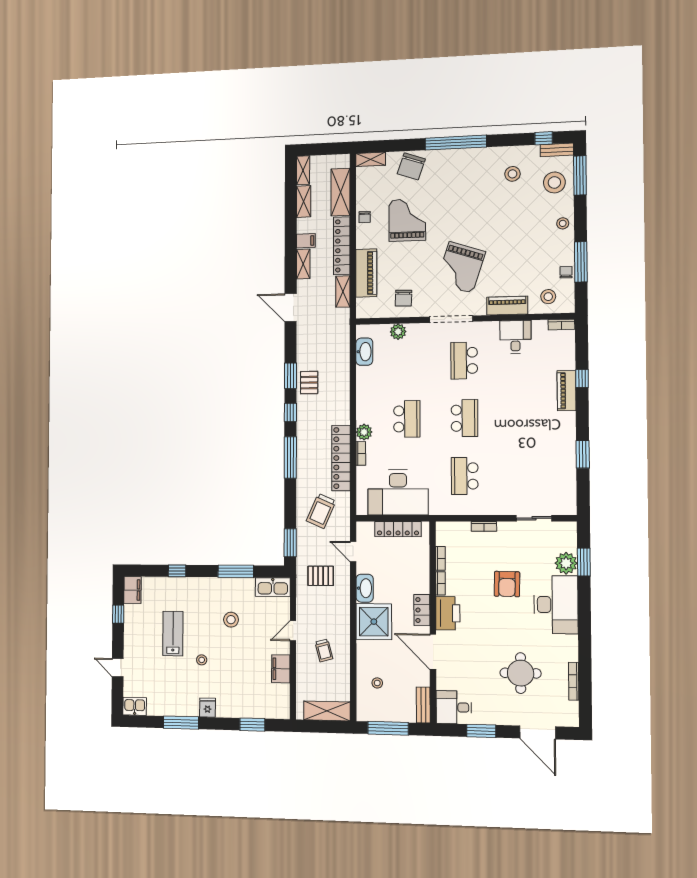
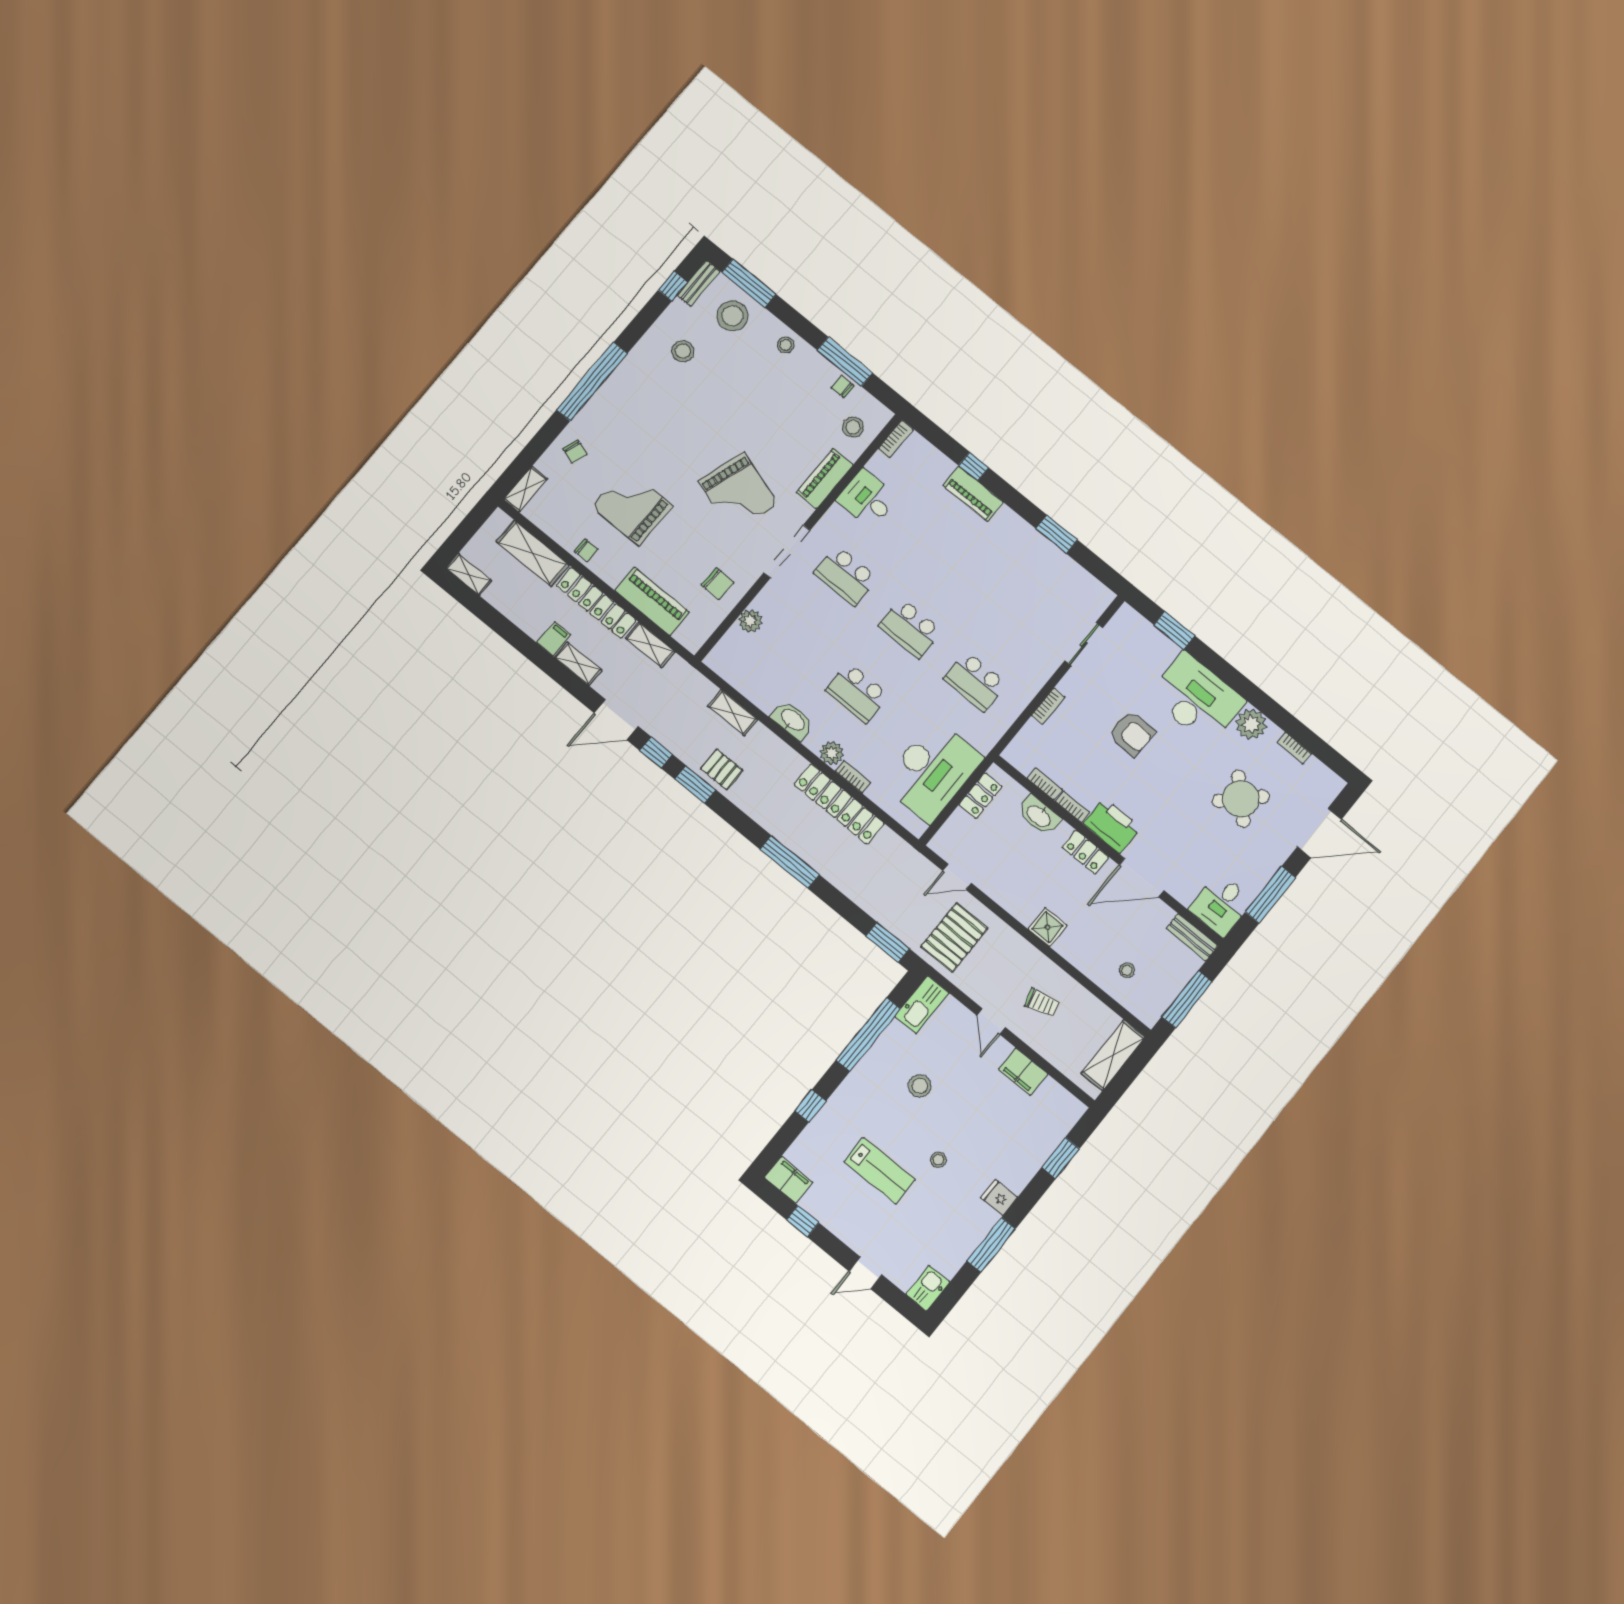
chair: (411, 166) -> (575, 452), width x0.54, depth x0.54
shelving: (304, 202) -> (733, 713), moved
washbasin: (364, 352) -> (792, 720), moved
window: (290, 412) -> (656, 752), moved
school desk: (464, 418) -> (910, 628), turned 180
school desk: (407, 419) -> (857, 693), turned 180
trolley: (321, 511) -> (881, 876), removed
locker: (398, 529) -> (981, 796), width x0.66
plant: (566, 563) -> (1251, 724), moved
window: (236, 571) -> (868, 1034), width x1.46
pallet: (321, 576) -> (954, 937), width x1.50, depth x1.42
washbasin: (365, 588) -> (1039, 816), moved, turned 180
shower: (374, 622) -> (1047, 927), width x0.54, depth x0.54
lab bench: (173, 634) -> (880, 1171), turned 180
round table: (521, 673) -> (1241, 799), turned 45
bookcase: (574, 681) -> (1294, 748), width x0.64
window: (481, 731) -> (1270, 895), width x1.44

